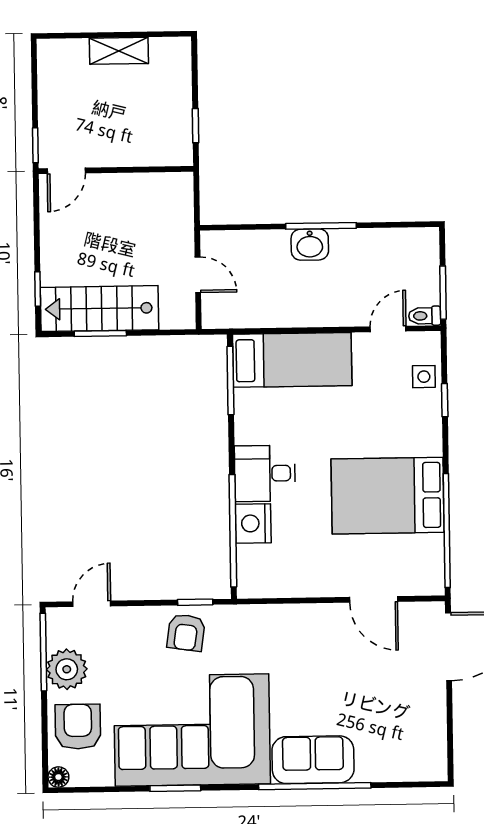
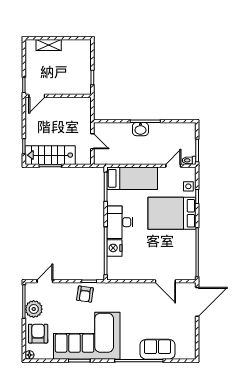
shelving: (119, 51) -> (49, 45), moved
desk: (265, 473) -> (120, 222), width x1.37
bed: (388, 496) -> (172, 213), moved
sofa: (313, 760) -> (157, 349), moved

